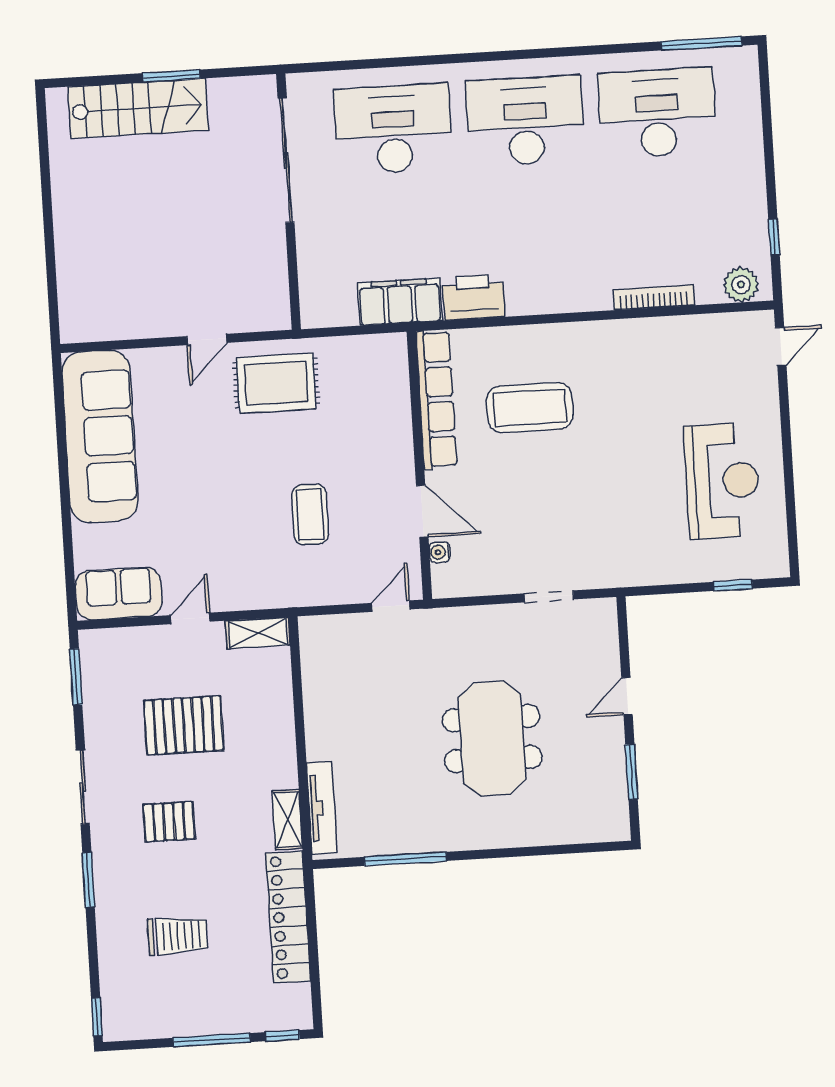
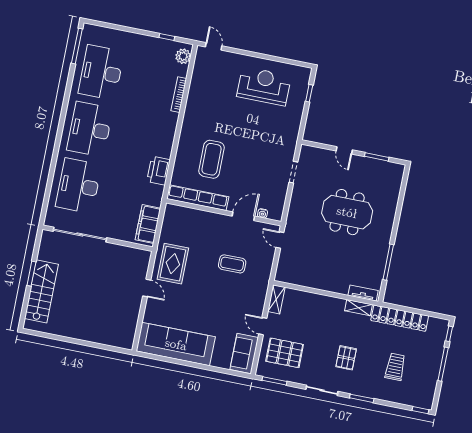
filing cabinet: (400, 302) -> (148, 224), moved
pallet: (184, 725) -> (285, 353), moved, turned 90
tv unit: (322, 808) -> (363, 293), width x0.71

